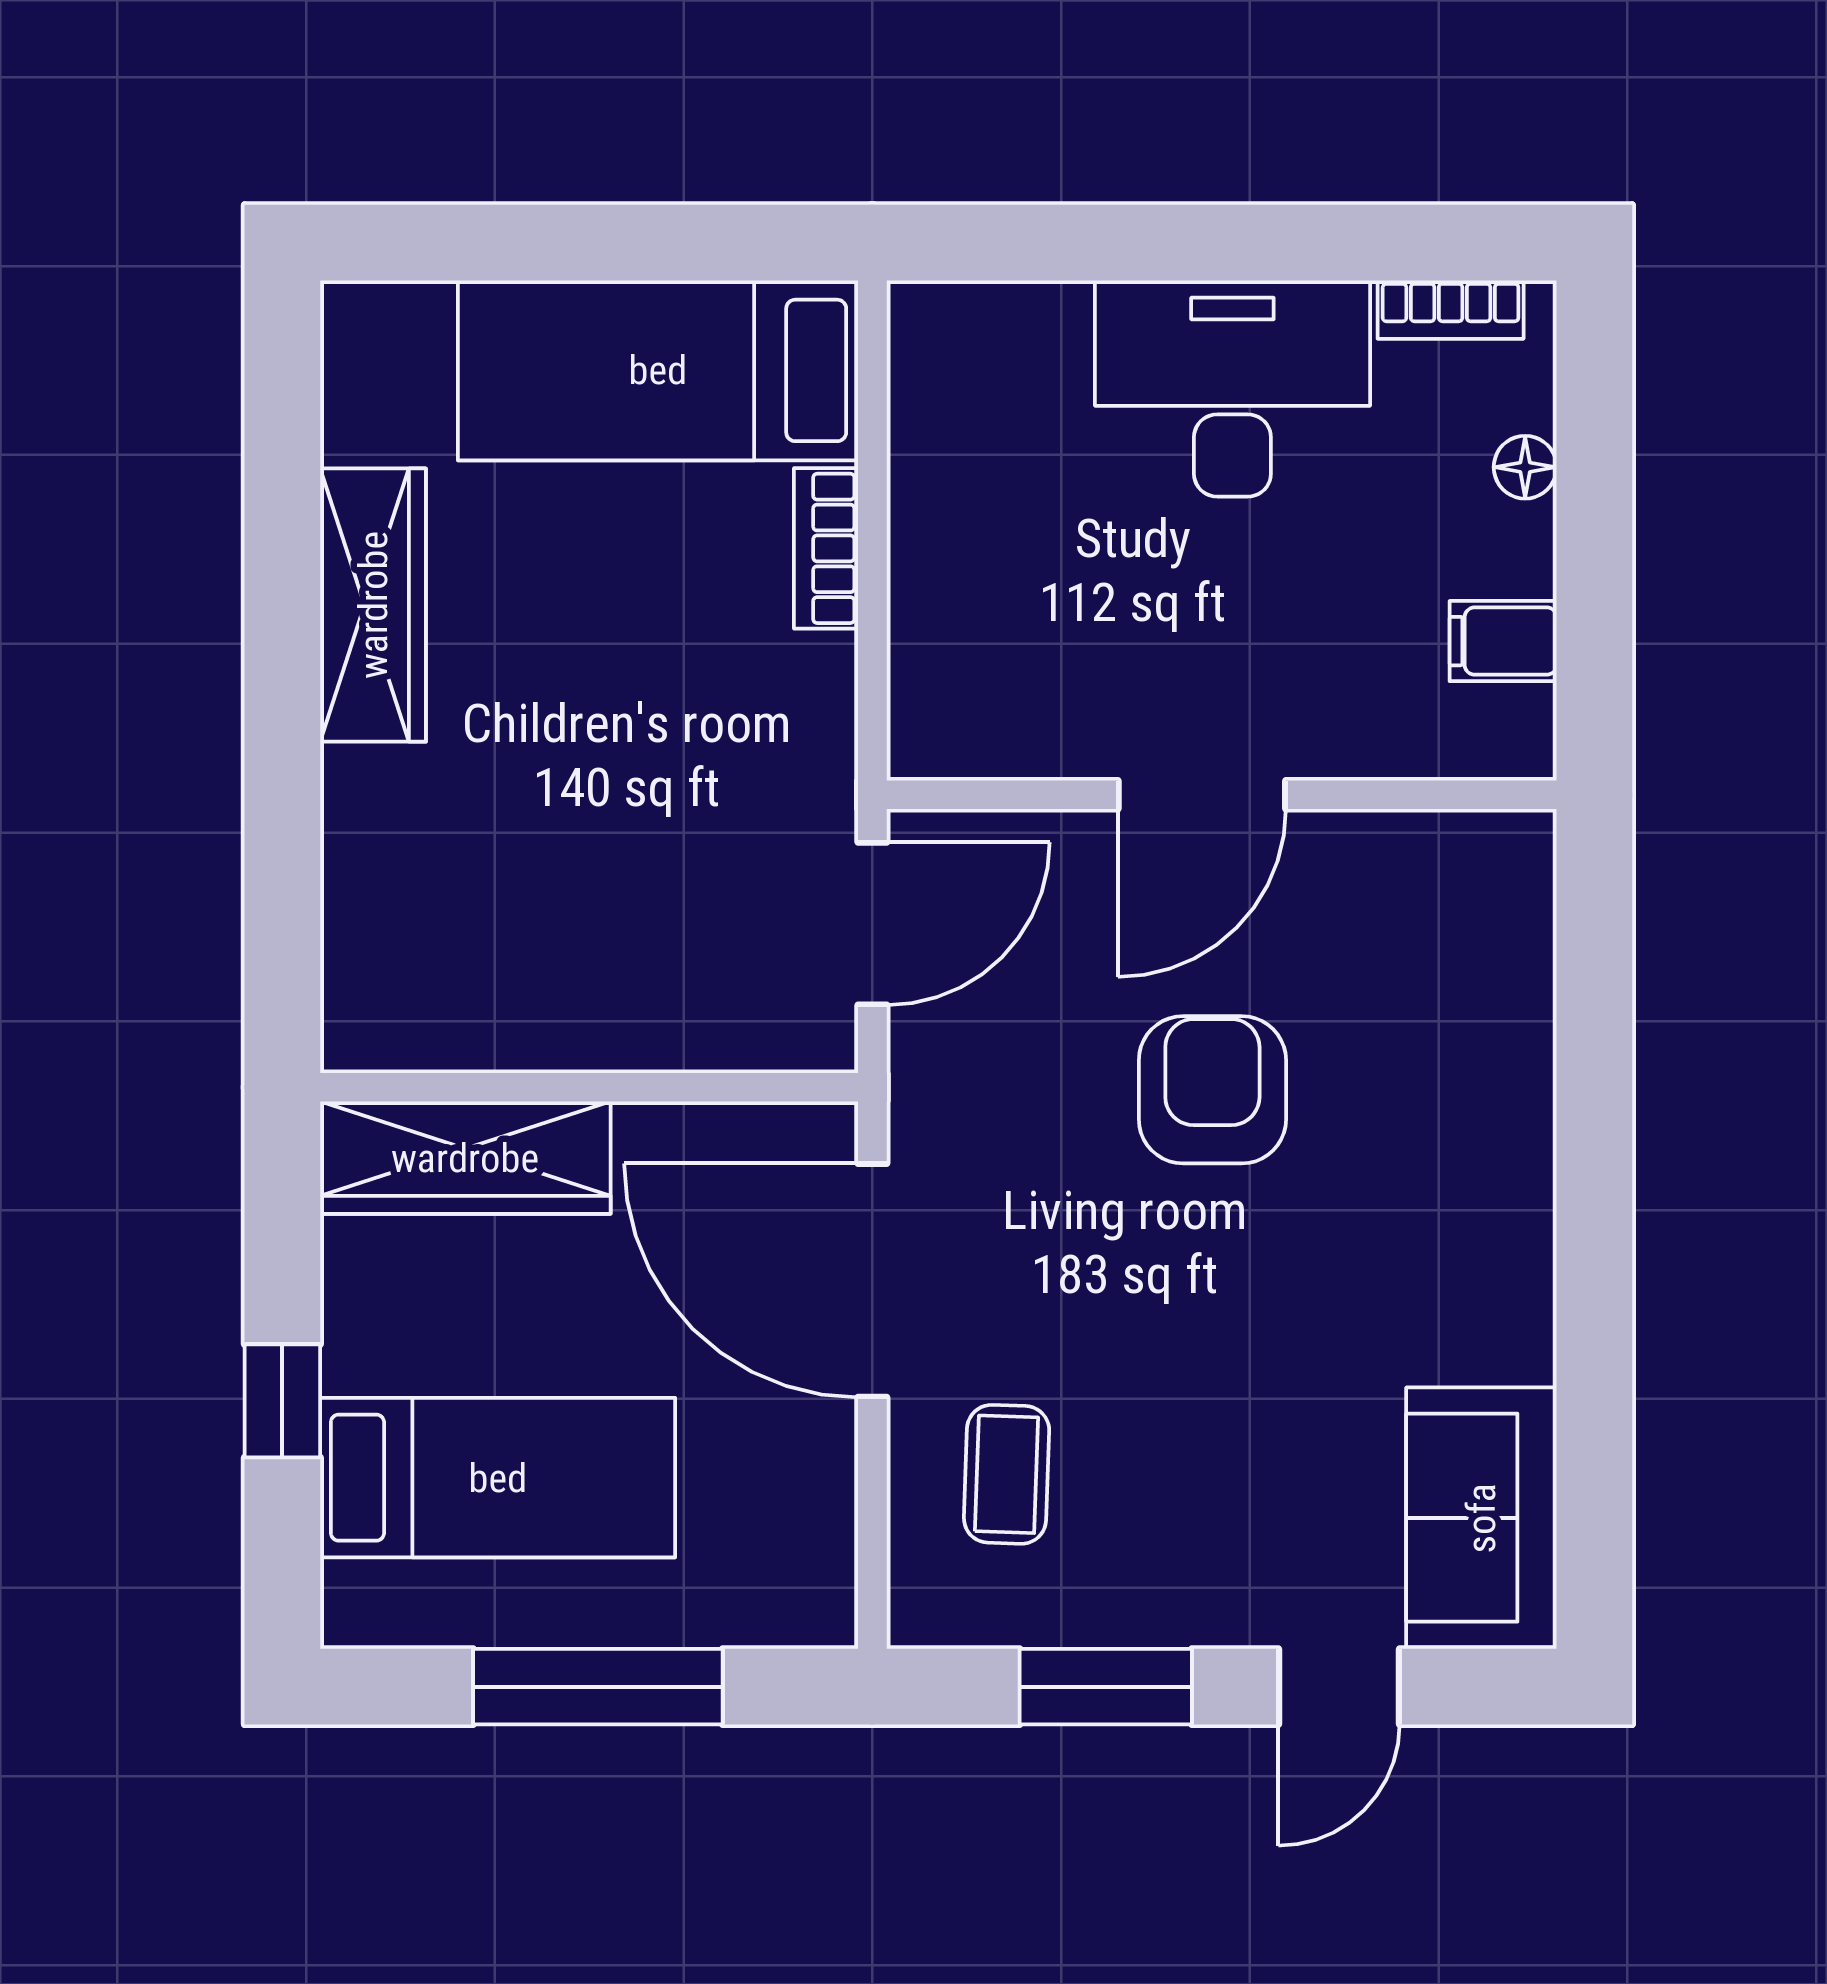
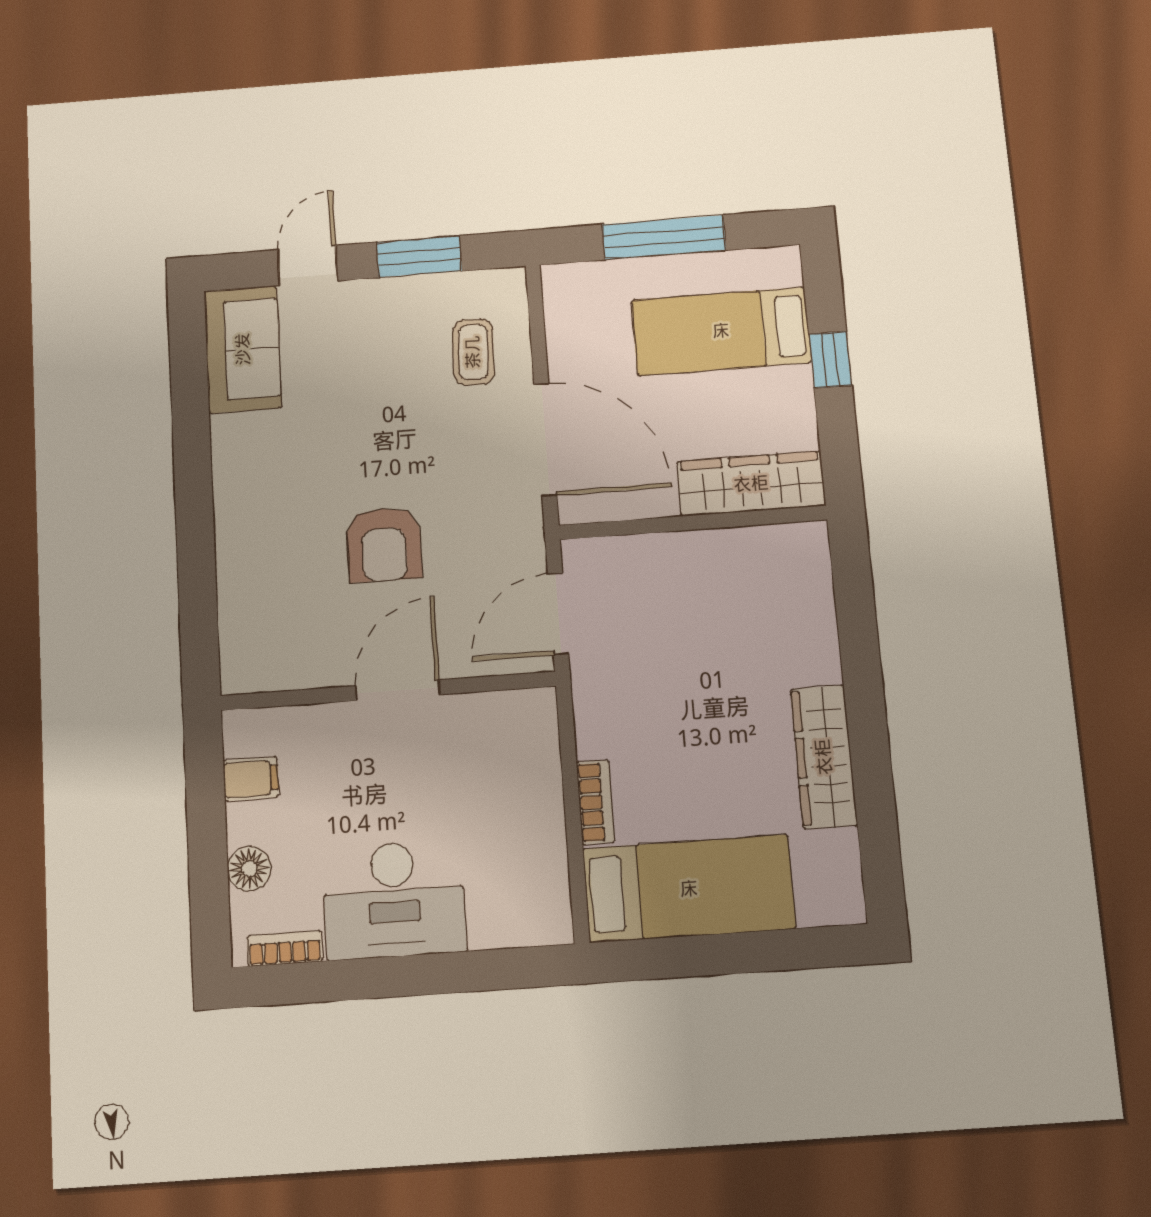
floor lamp: (1525, 467) -> (249, 869), width x1.37, depth x1.37

